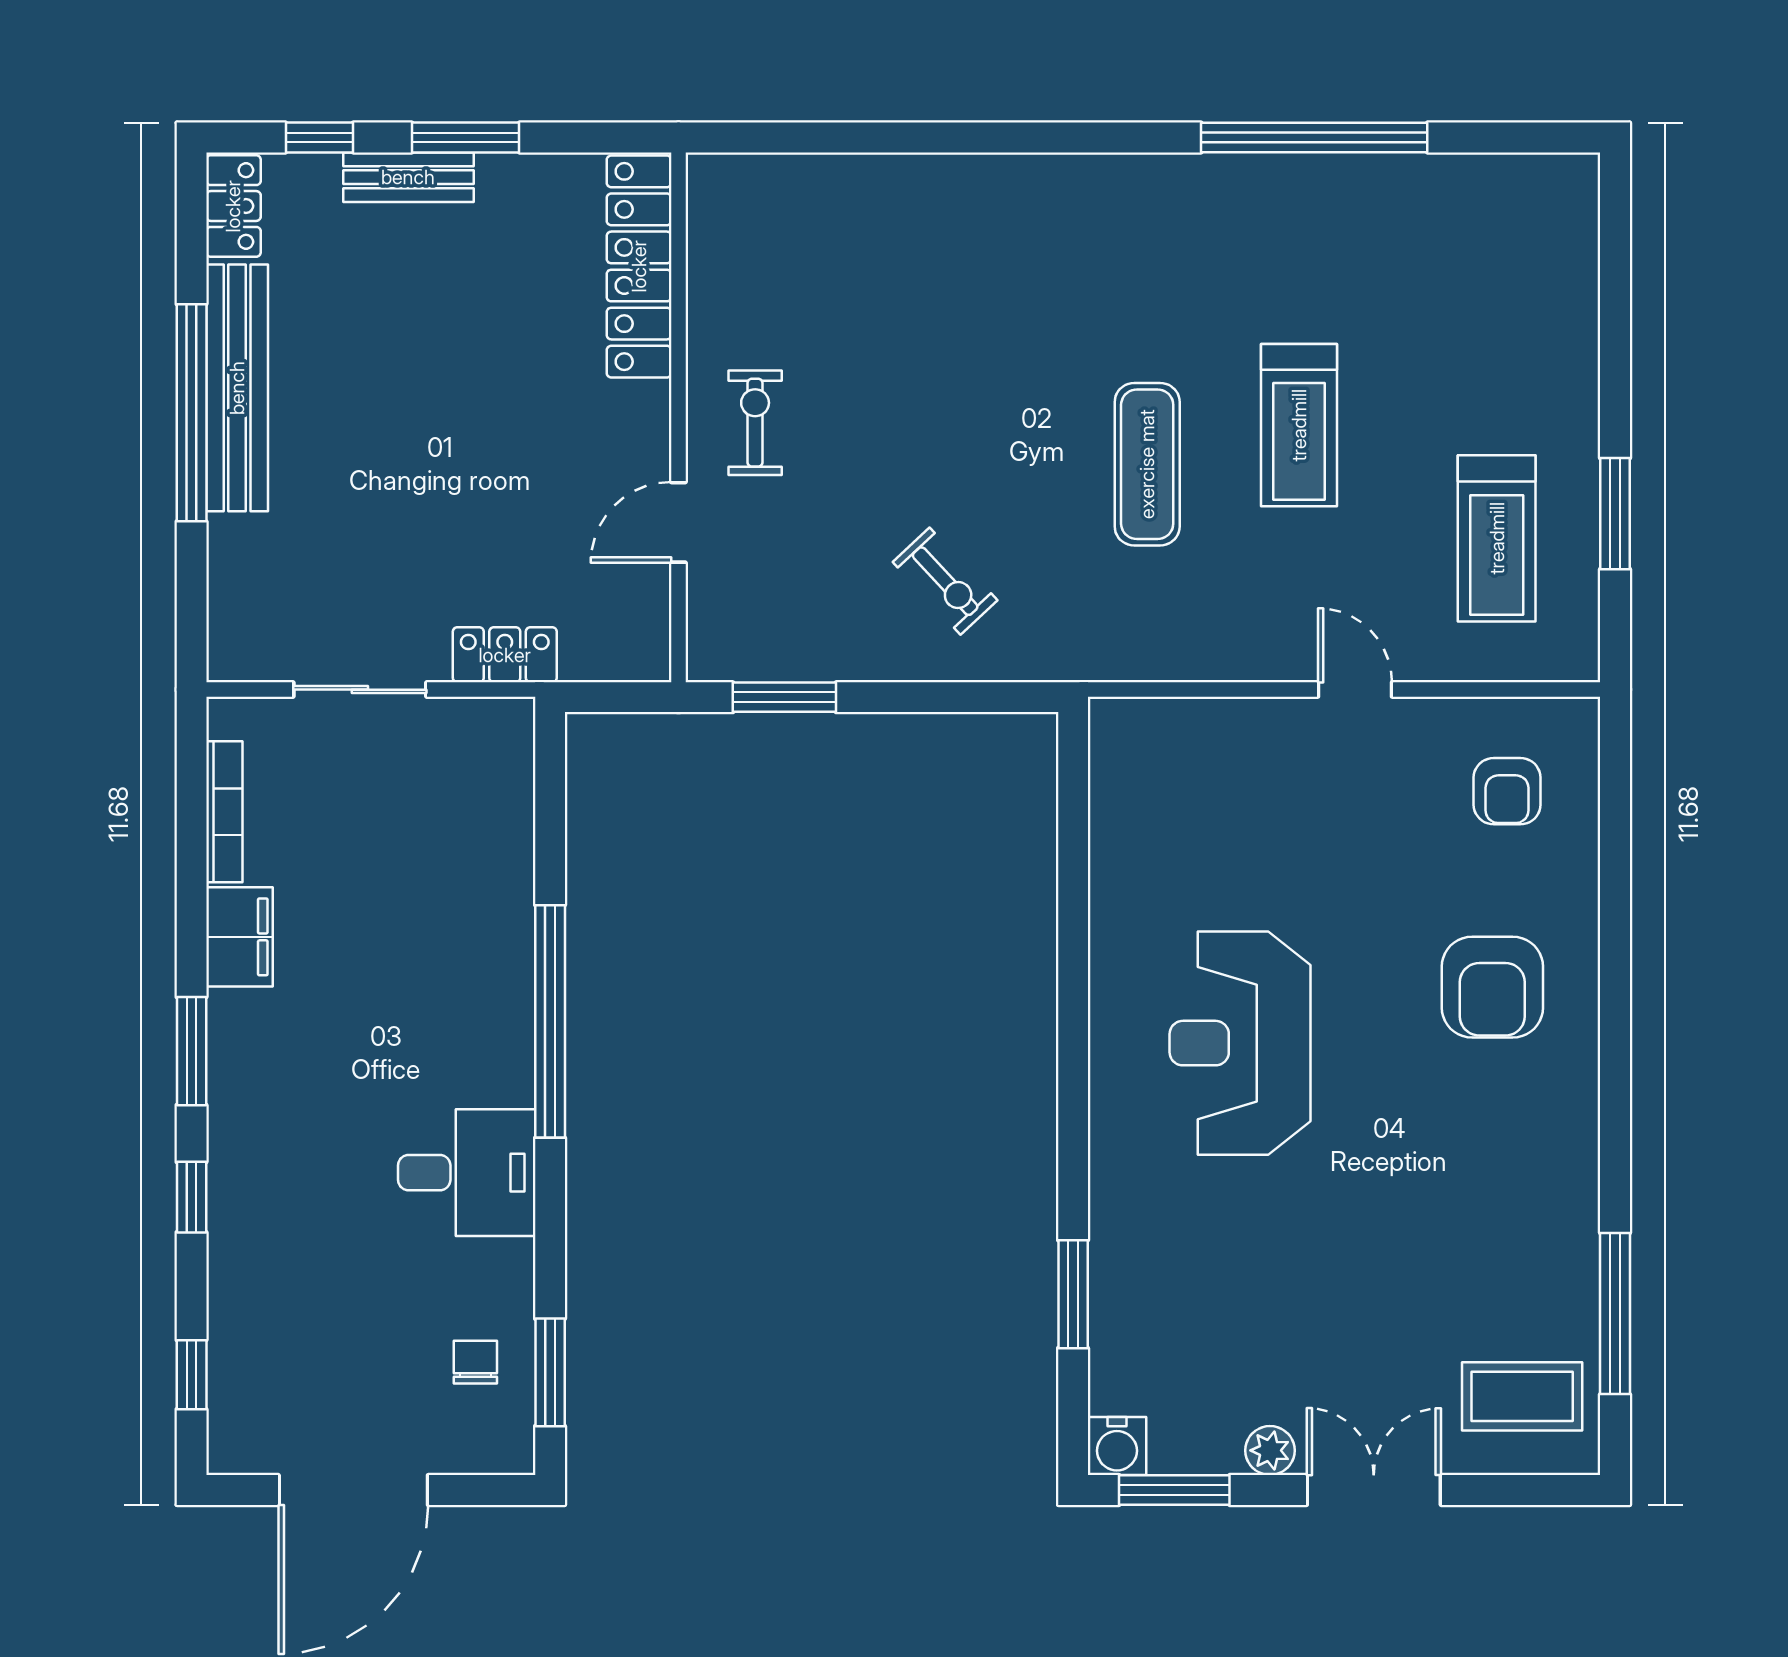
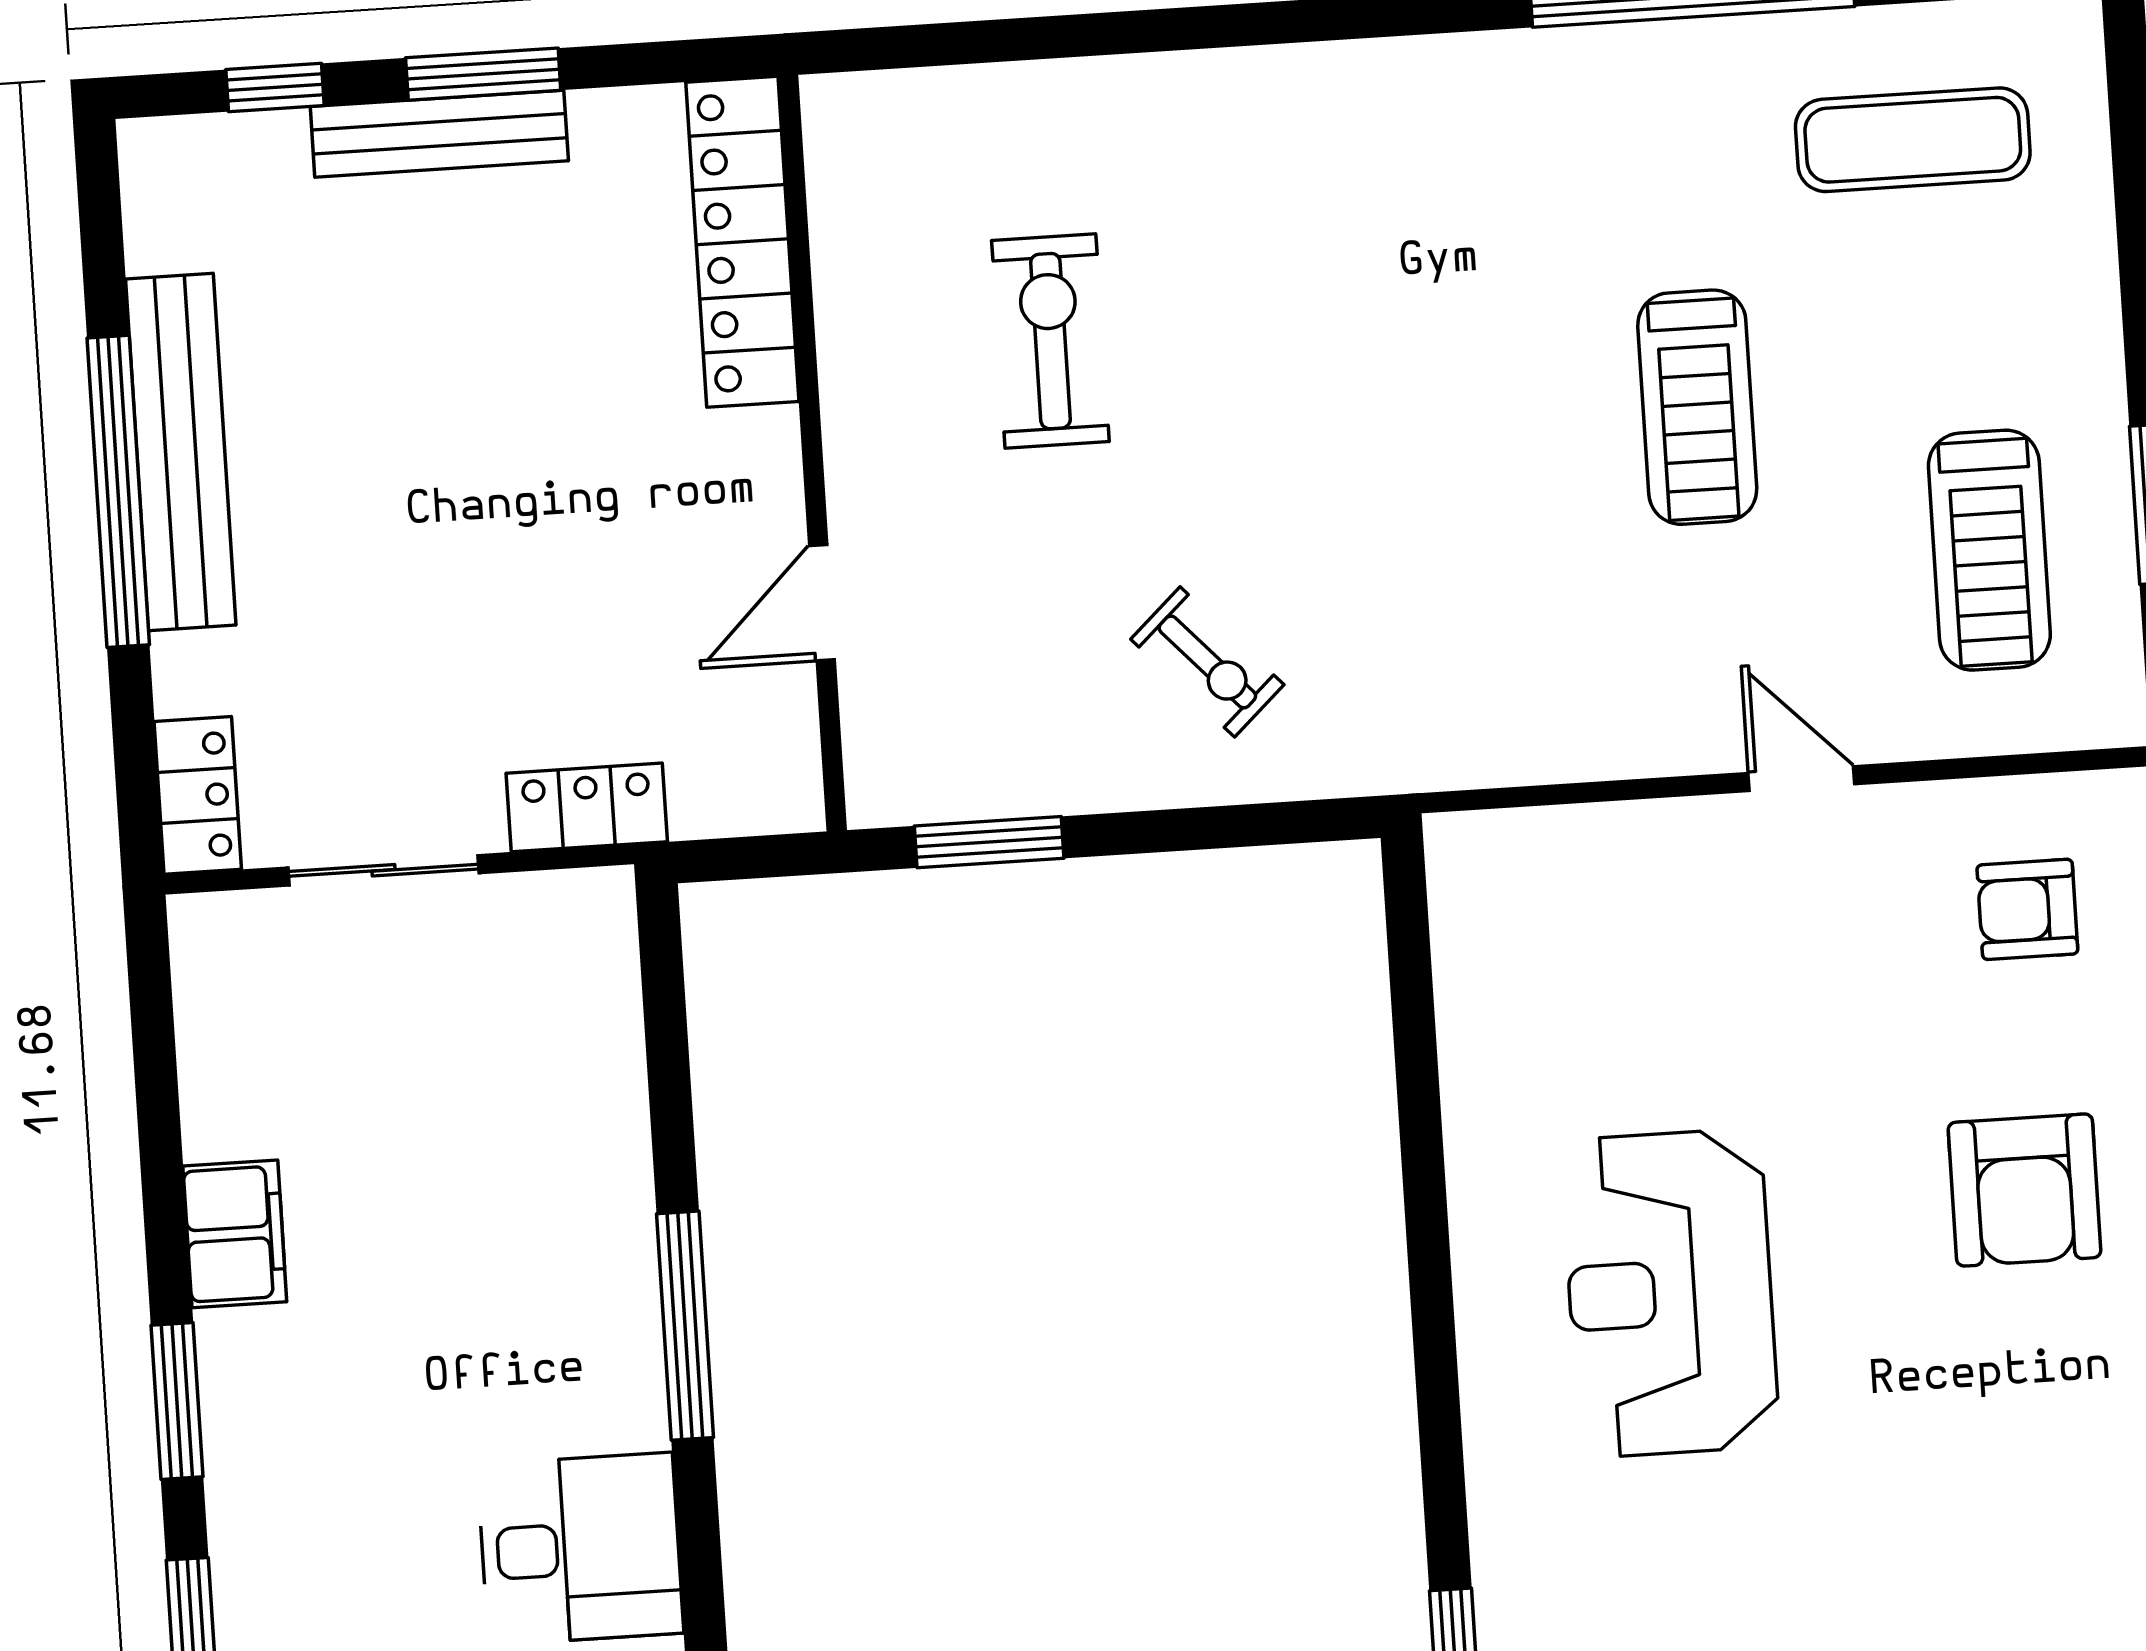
bench: (408, 177) -> (439, 134), width x1.36
locker: (233, 206) -> (198, 795), moved
exercise bike: (755, 423) -> (1050, 341), moved, width x1.38, depth x1.39
exercise mat: (1147, 464) -> (1913, 140), moved, turned 90
armchair: (1507, 791) -> (2027, 909), turned 90
bookcase: (224, 812) -> (202, 1057), removed
window: (550, 1021) -> (685, 1326), width x0.68

